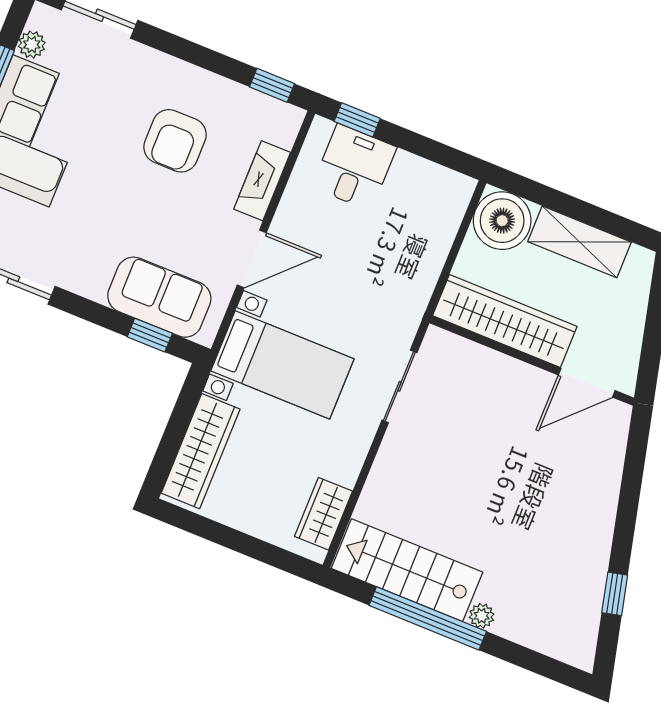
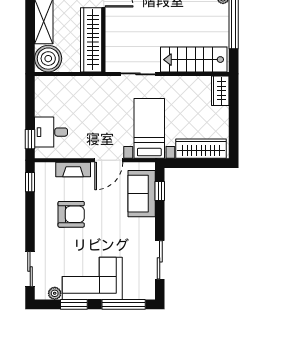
door: (252, 259) -> (109, 160), swing flipped
wardrobe: (323, 514) -> (220, 91), moved, turned 90
stairs: (407, 570) -> (194, 60), moved, turned 90

